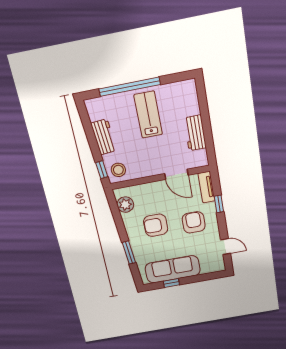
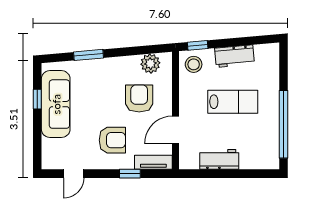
window: (130, 87) -> (284, 124), moved
lab bench: (148, 115) -> (233, 102), moved
armchair: (156, 225) -> (139, 98), moved

